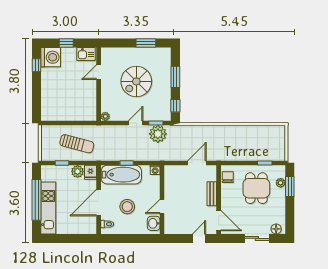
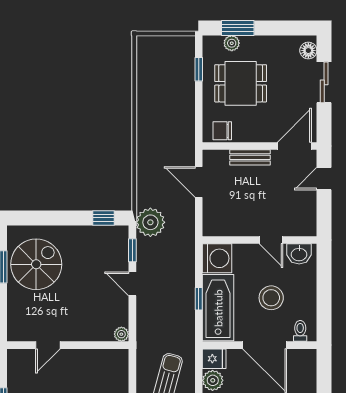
kitchen sink: (86, 54) -> (18, 366), removed
door: (99, 72) -> (48, 345), hinge flipped
window: (175, 77) -> (56, 218), removed
spiral stairs: (136, 81) -> (36, 264), moved, turned -90
plant: (158, 134) -> (150, 222), moved
washing machine: (155, 170) -> (217, 258), width x1.89, depth x1.89
door: (199, 238) -> (324, 179), hinge flipped

